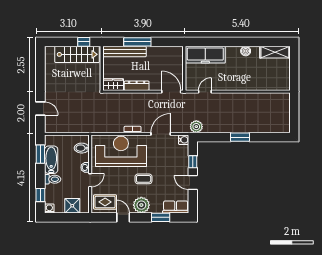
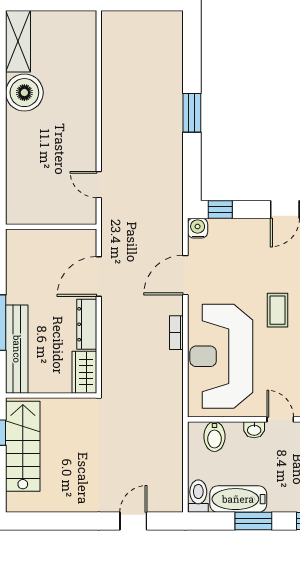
boiler: (246, 51) -> (24, 93), width x1.86, depth x1.86
freezer: (205, 55) -> (23, 184), removed
door: (171, 92) -> (99, 277), moved
plant: (196, 127) -> (171, 202), removed
door: (161, 134) -> (185, 275), hinge flipped
window: (40, 154) -> (253, 521), moved
window: (193, 162) -> (220, 209), moved
toilet: (53, 179) -> (198, 496), moved

